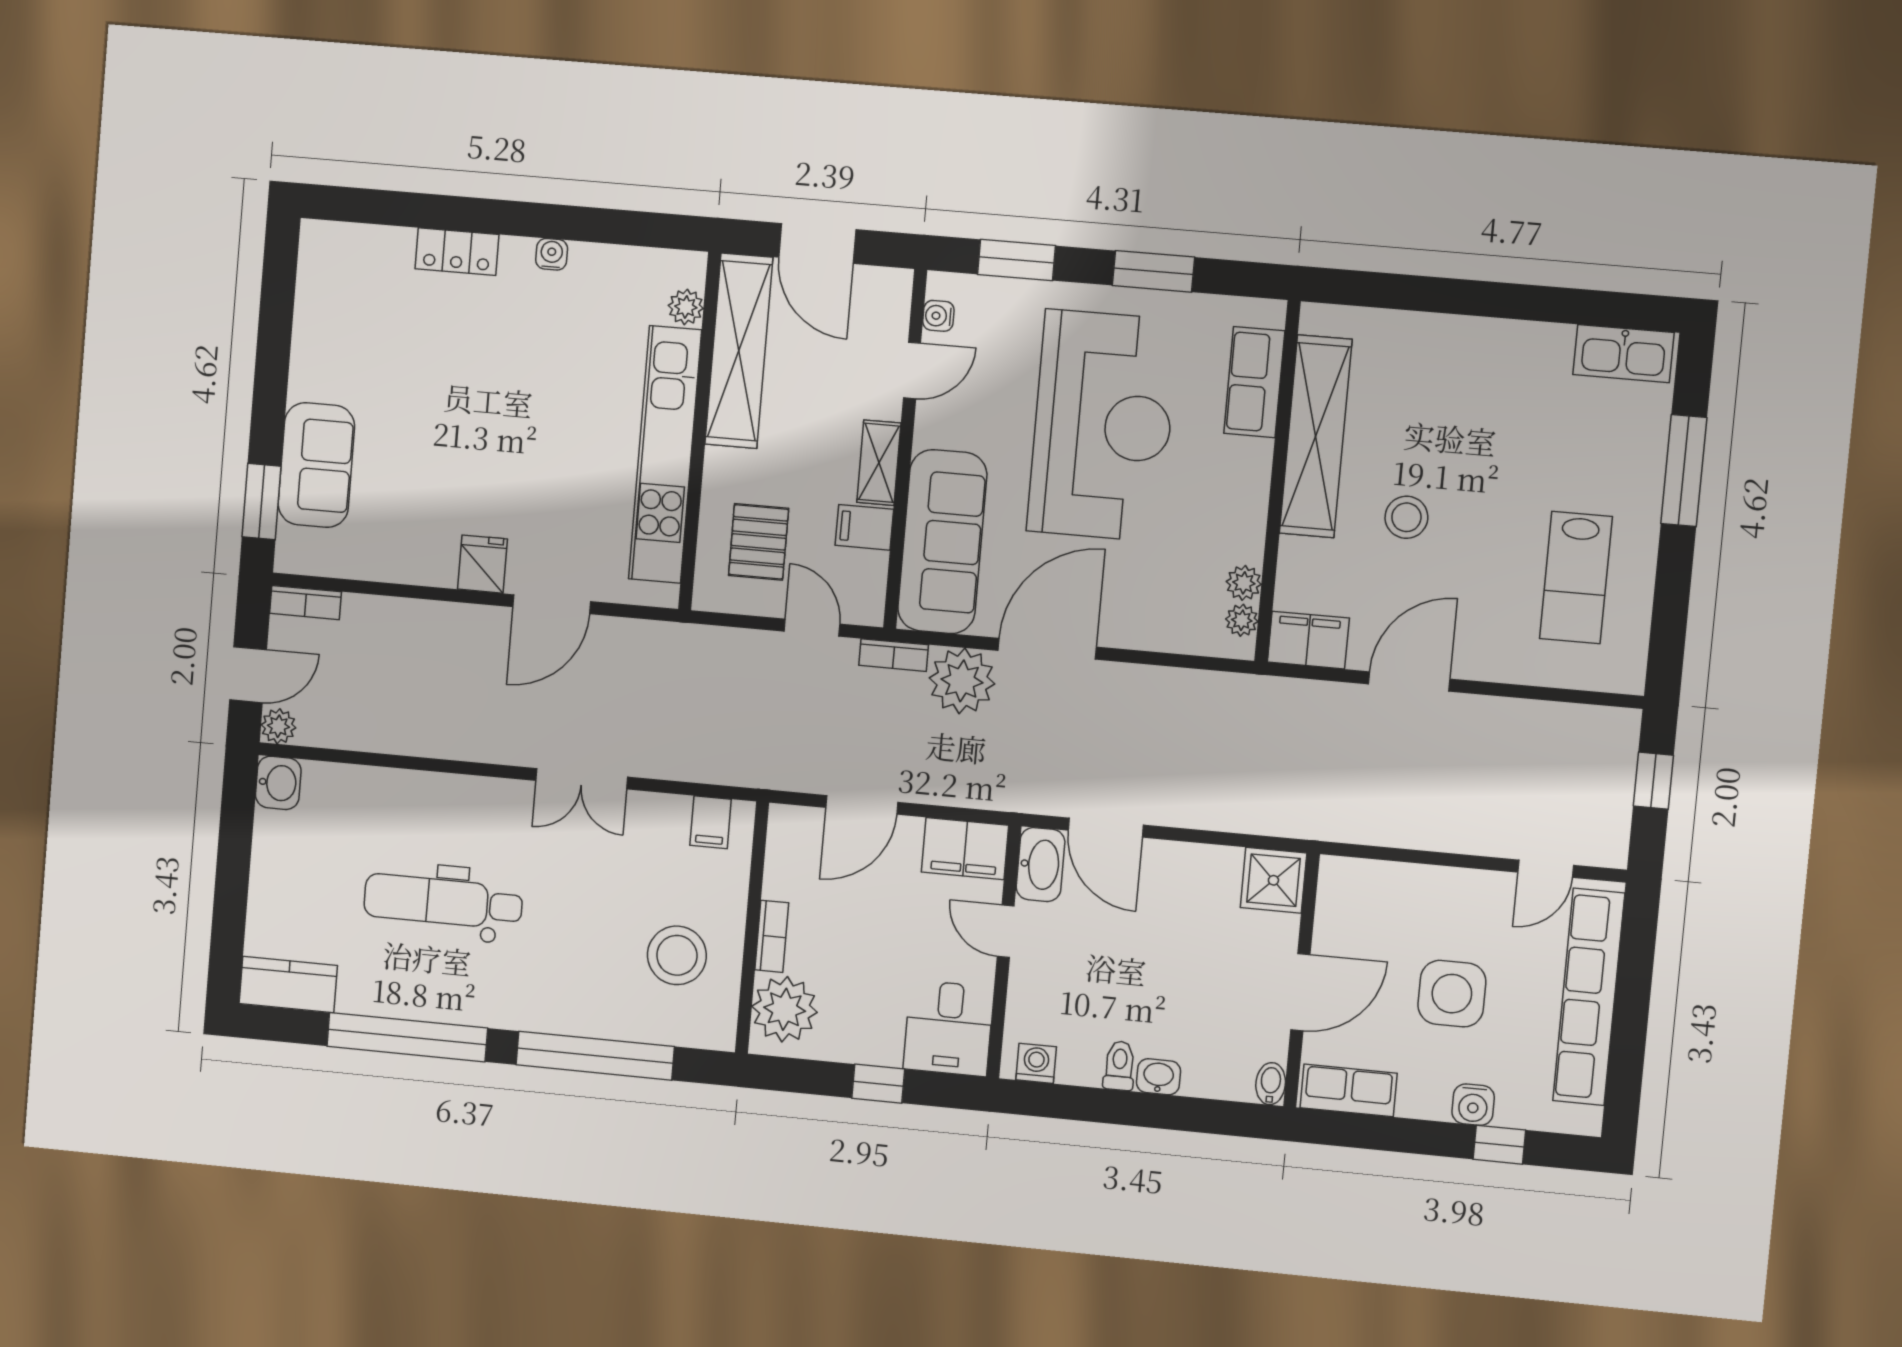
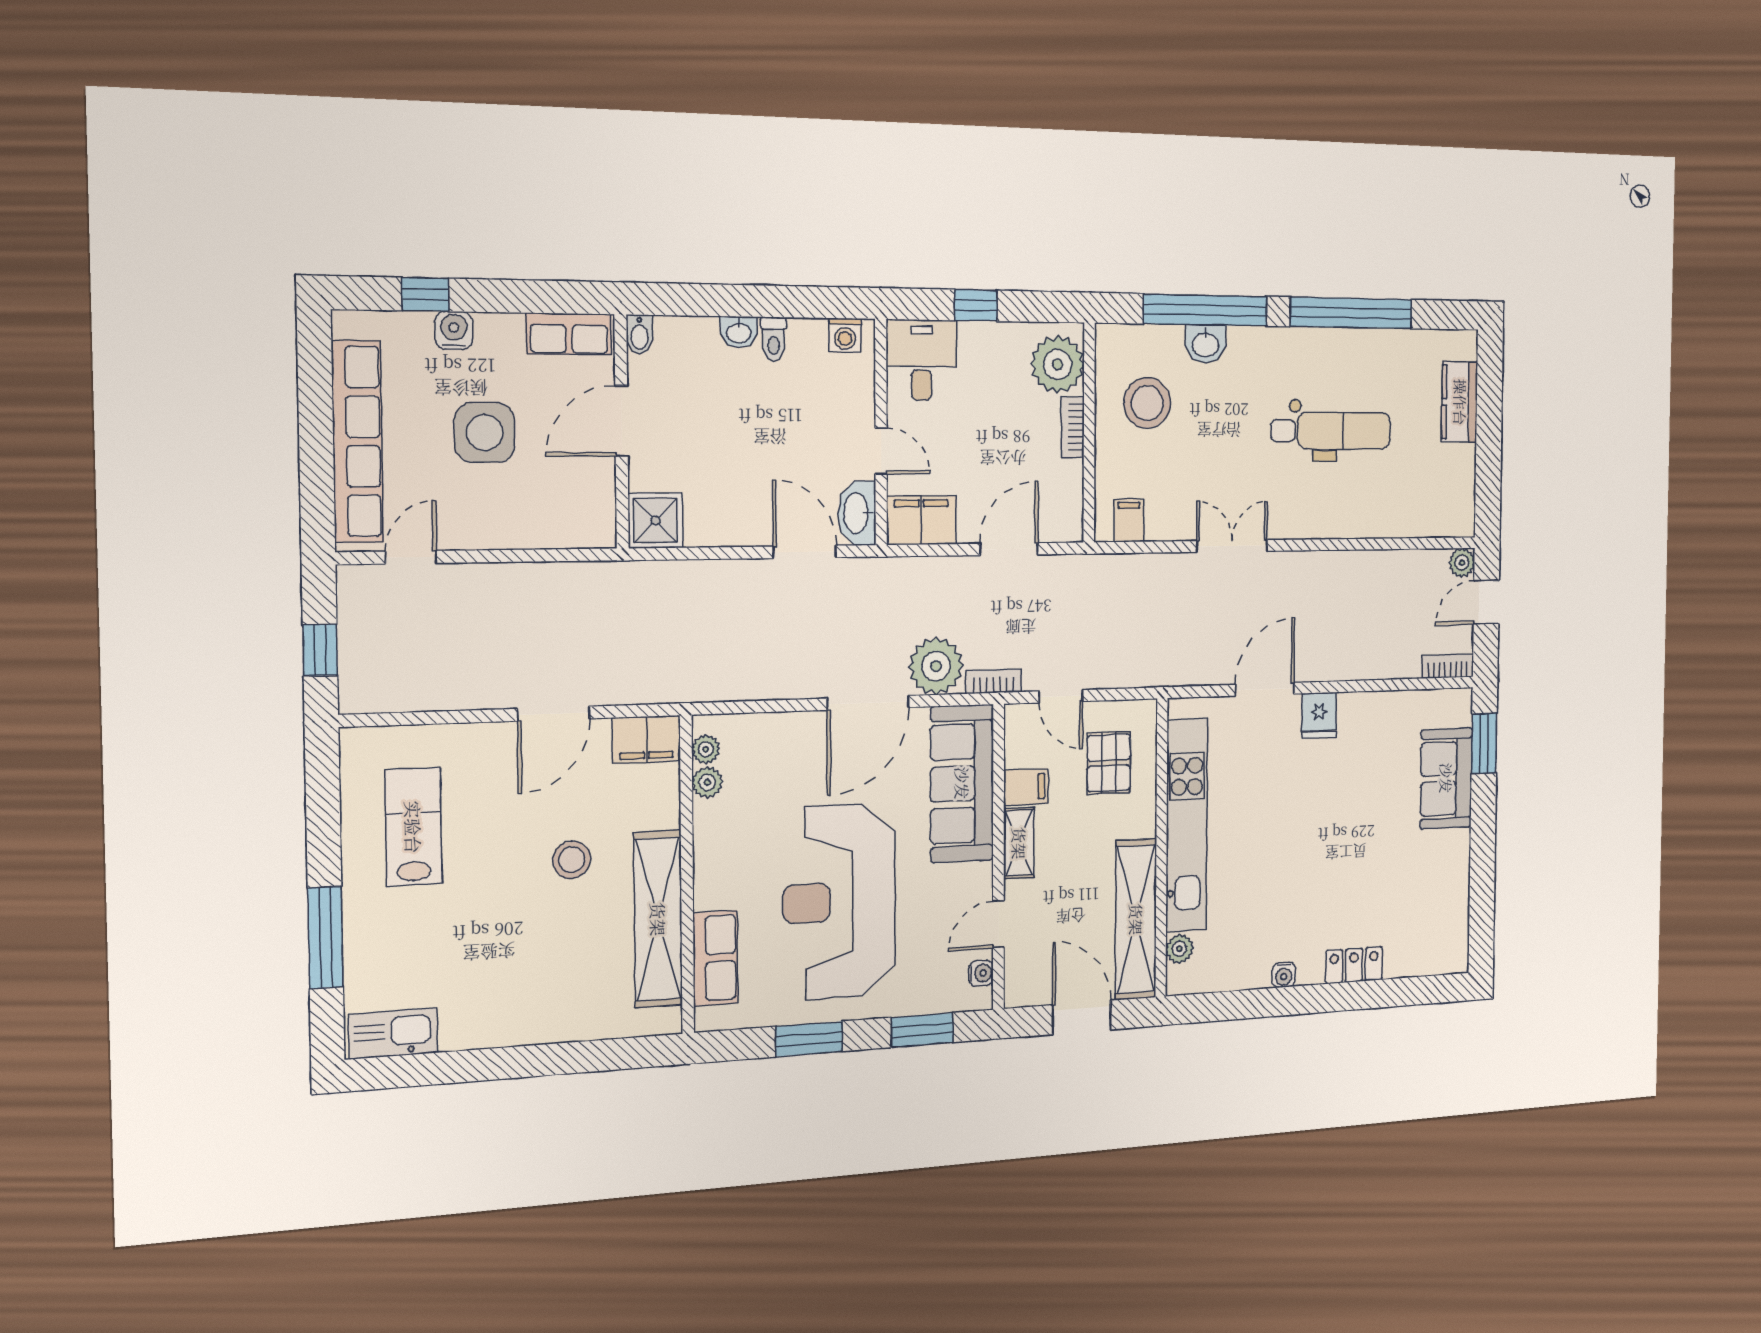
washbasin: (278, 783) -> (1206, 344), moved, turned -90
kitchen counter: (288, 985) -> (1460, 402), moved, turned 90

